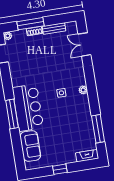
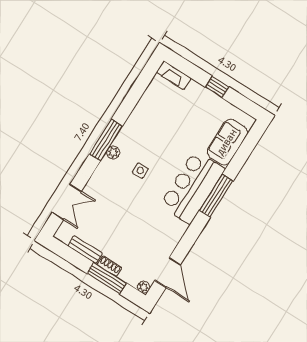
window: (98, 129) -> (106, 140), moved

